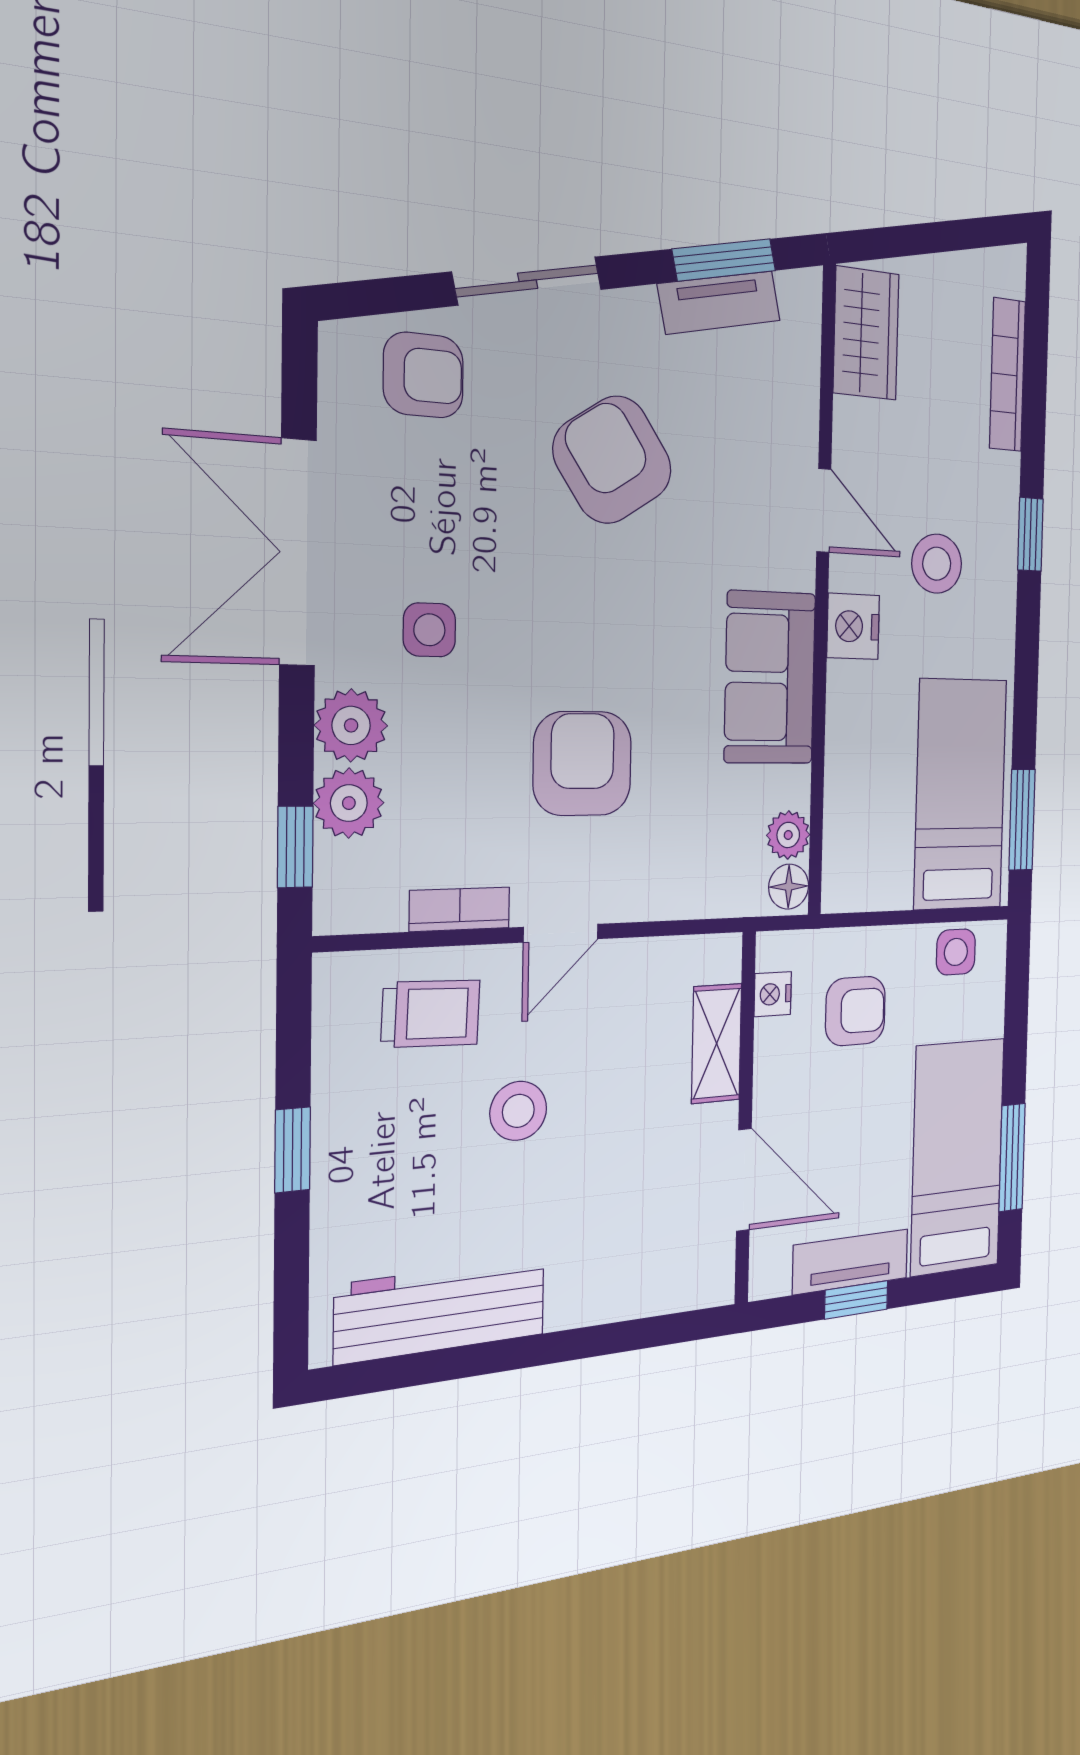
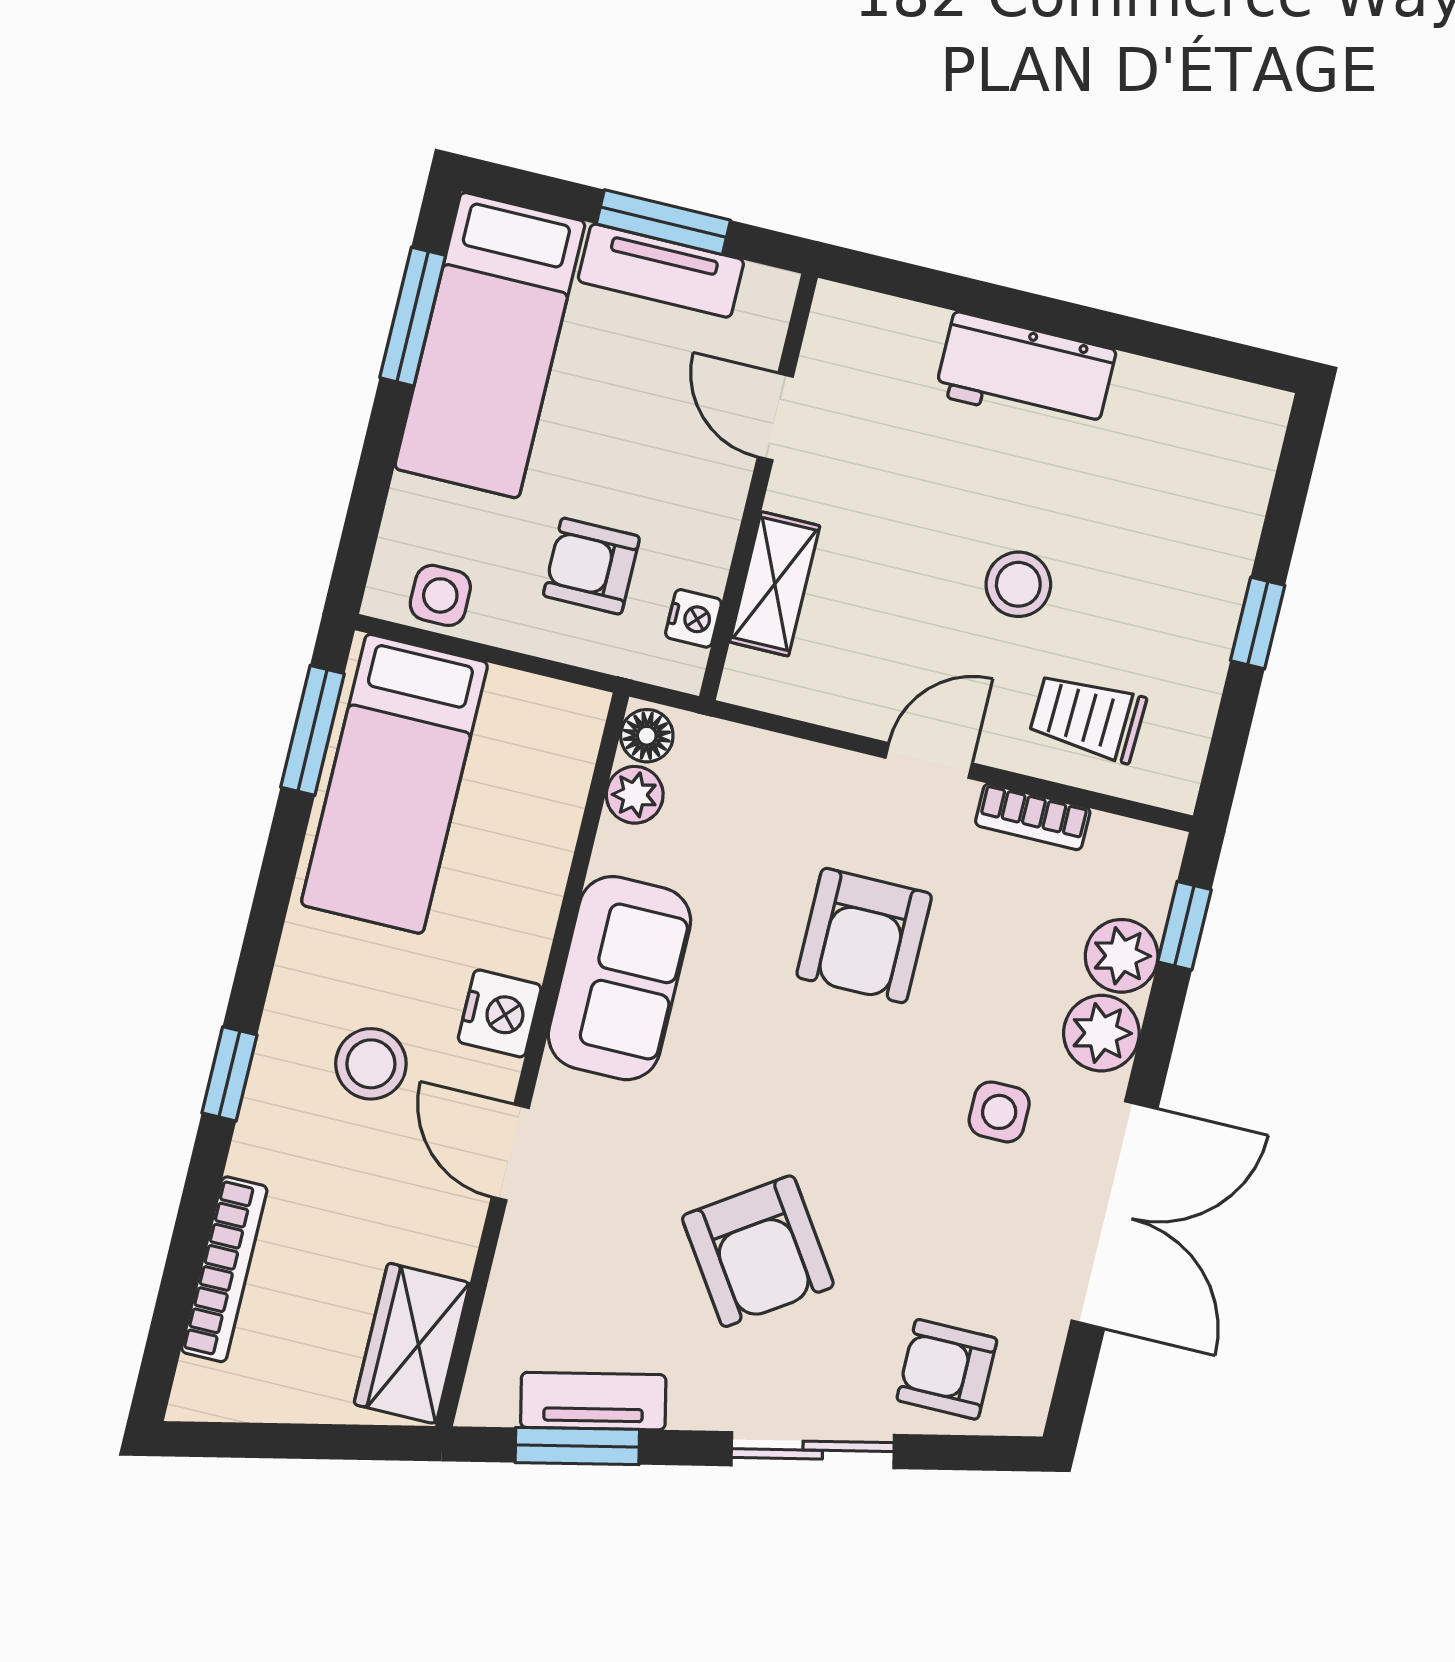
door: (744, 1180) -> (775, 417), width x0.73
window: (856, 1300) -> (663, 222), width x1.50
workbench: (441, 1310) -> (1025, 372), moved, width x0.73

